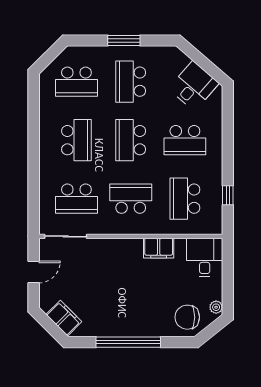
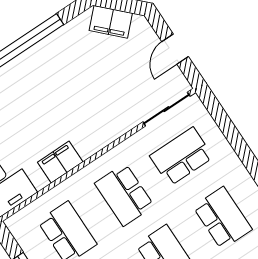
school desk: (76, 140) -> (223, 218), turned 180
school desk: (131, 199) -> (124, 195), turned 90

